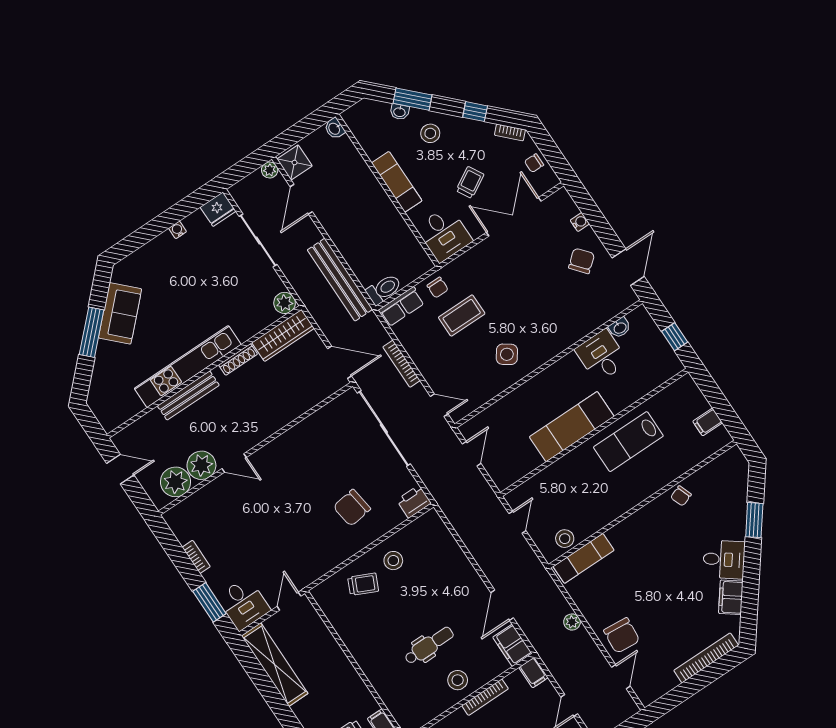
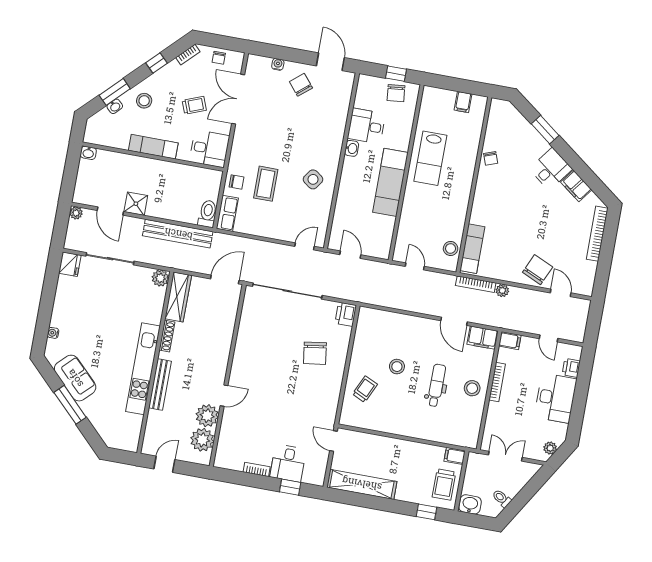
shower: (294, 162) -> (136, 204), moved
trolley: (470, 183) -> (194, 105), turned 99
water cooler: (178, 230) -> (53, 333), moved
washbasin: (620, 328) -> (352, 148), moved
chair: (657, 354) -> (396, 93), added
bookcase: (401, 364) -> (476, 284), moved
stool: (393, 561) -> (397, 367), moved
window: (209, 602) -> (290, 487), width x0.67
desk: (244, 604) -> (288, 463), moved, turned 90
chair: (622, 636) -> (538, 270), turned -71

